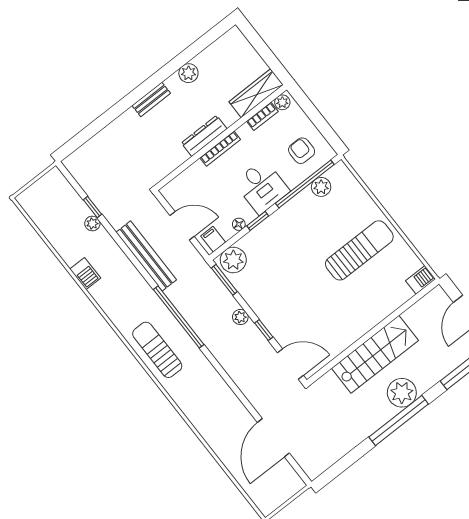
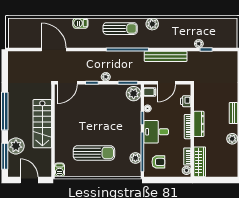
printer: (187, 179) -> (186, 101), added
sun lounger: (359, 250) -> (94, 153), turned -90
barbecue: (85, 274) -> (80, 23), moved
plant: (116, 310) -> (152, 24), added
plant: (402, 393) -> (16, 146), moved
door: (273, 438) -> (54, 49), moved

